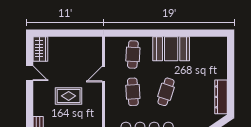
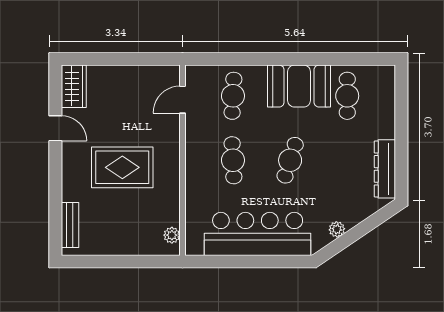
cafe table: (199, 54) -> (347, 96), added
door: (104, 74) -> (182, 100), moved
rug: (69, 96) -> (122, 167), width x1.36, depth x1.43

